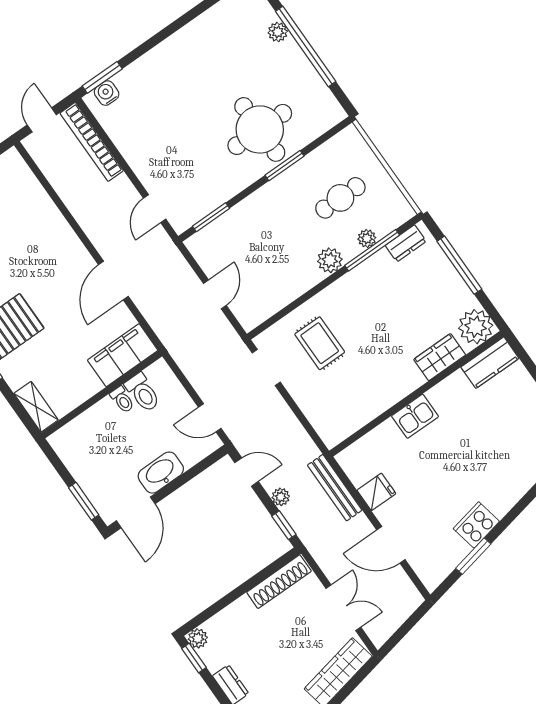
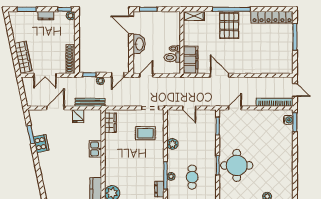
door: (155, 209) -> (235, 108), hinge flipped
plant: (330, 260) -> (172, 144), moved
wardrobe: (440, 357) -> (110, 123), moved

